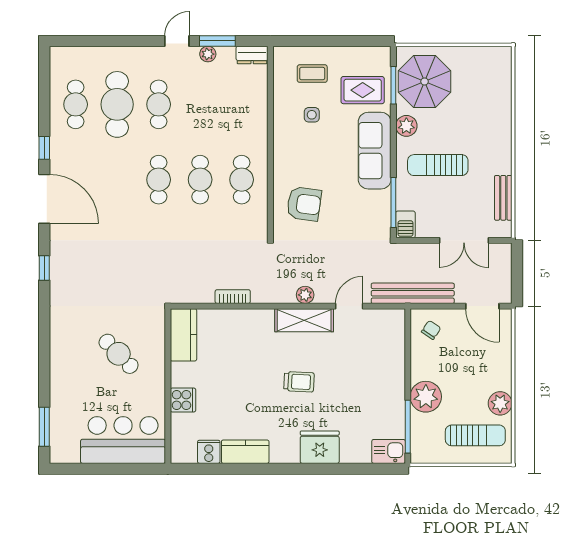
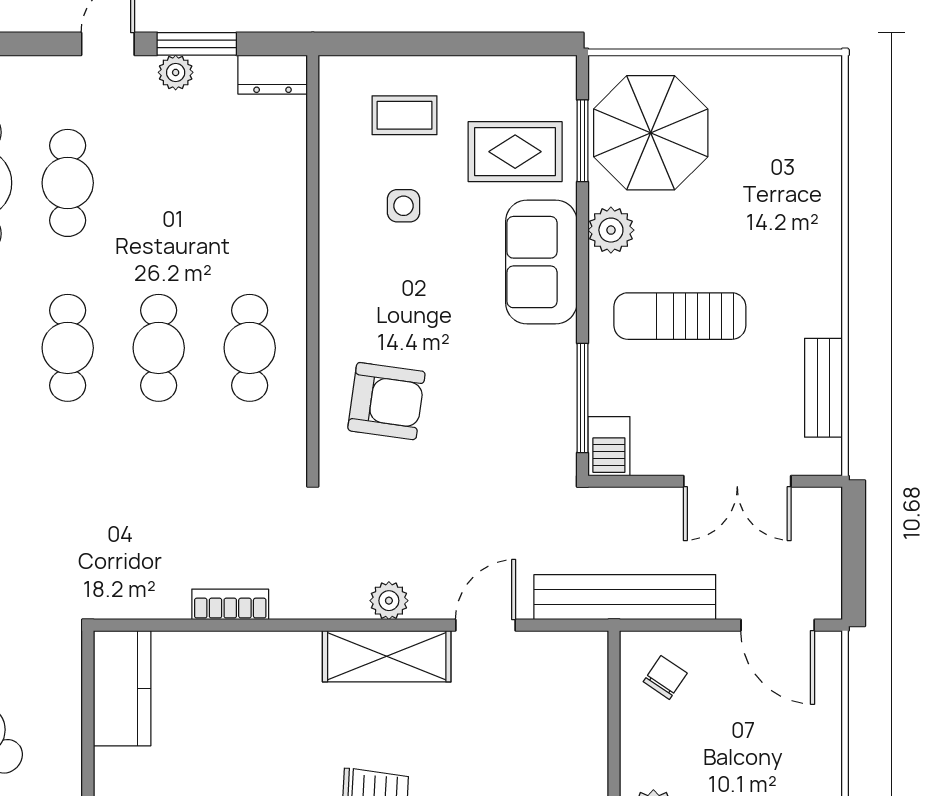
sofa: (375, 151) -> (541, 262), width x0.73

